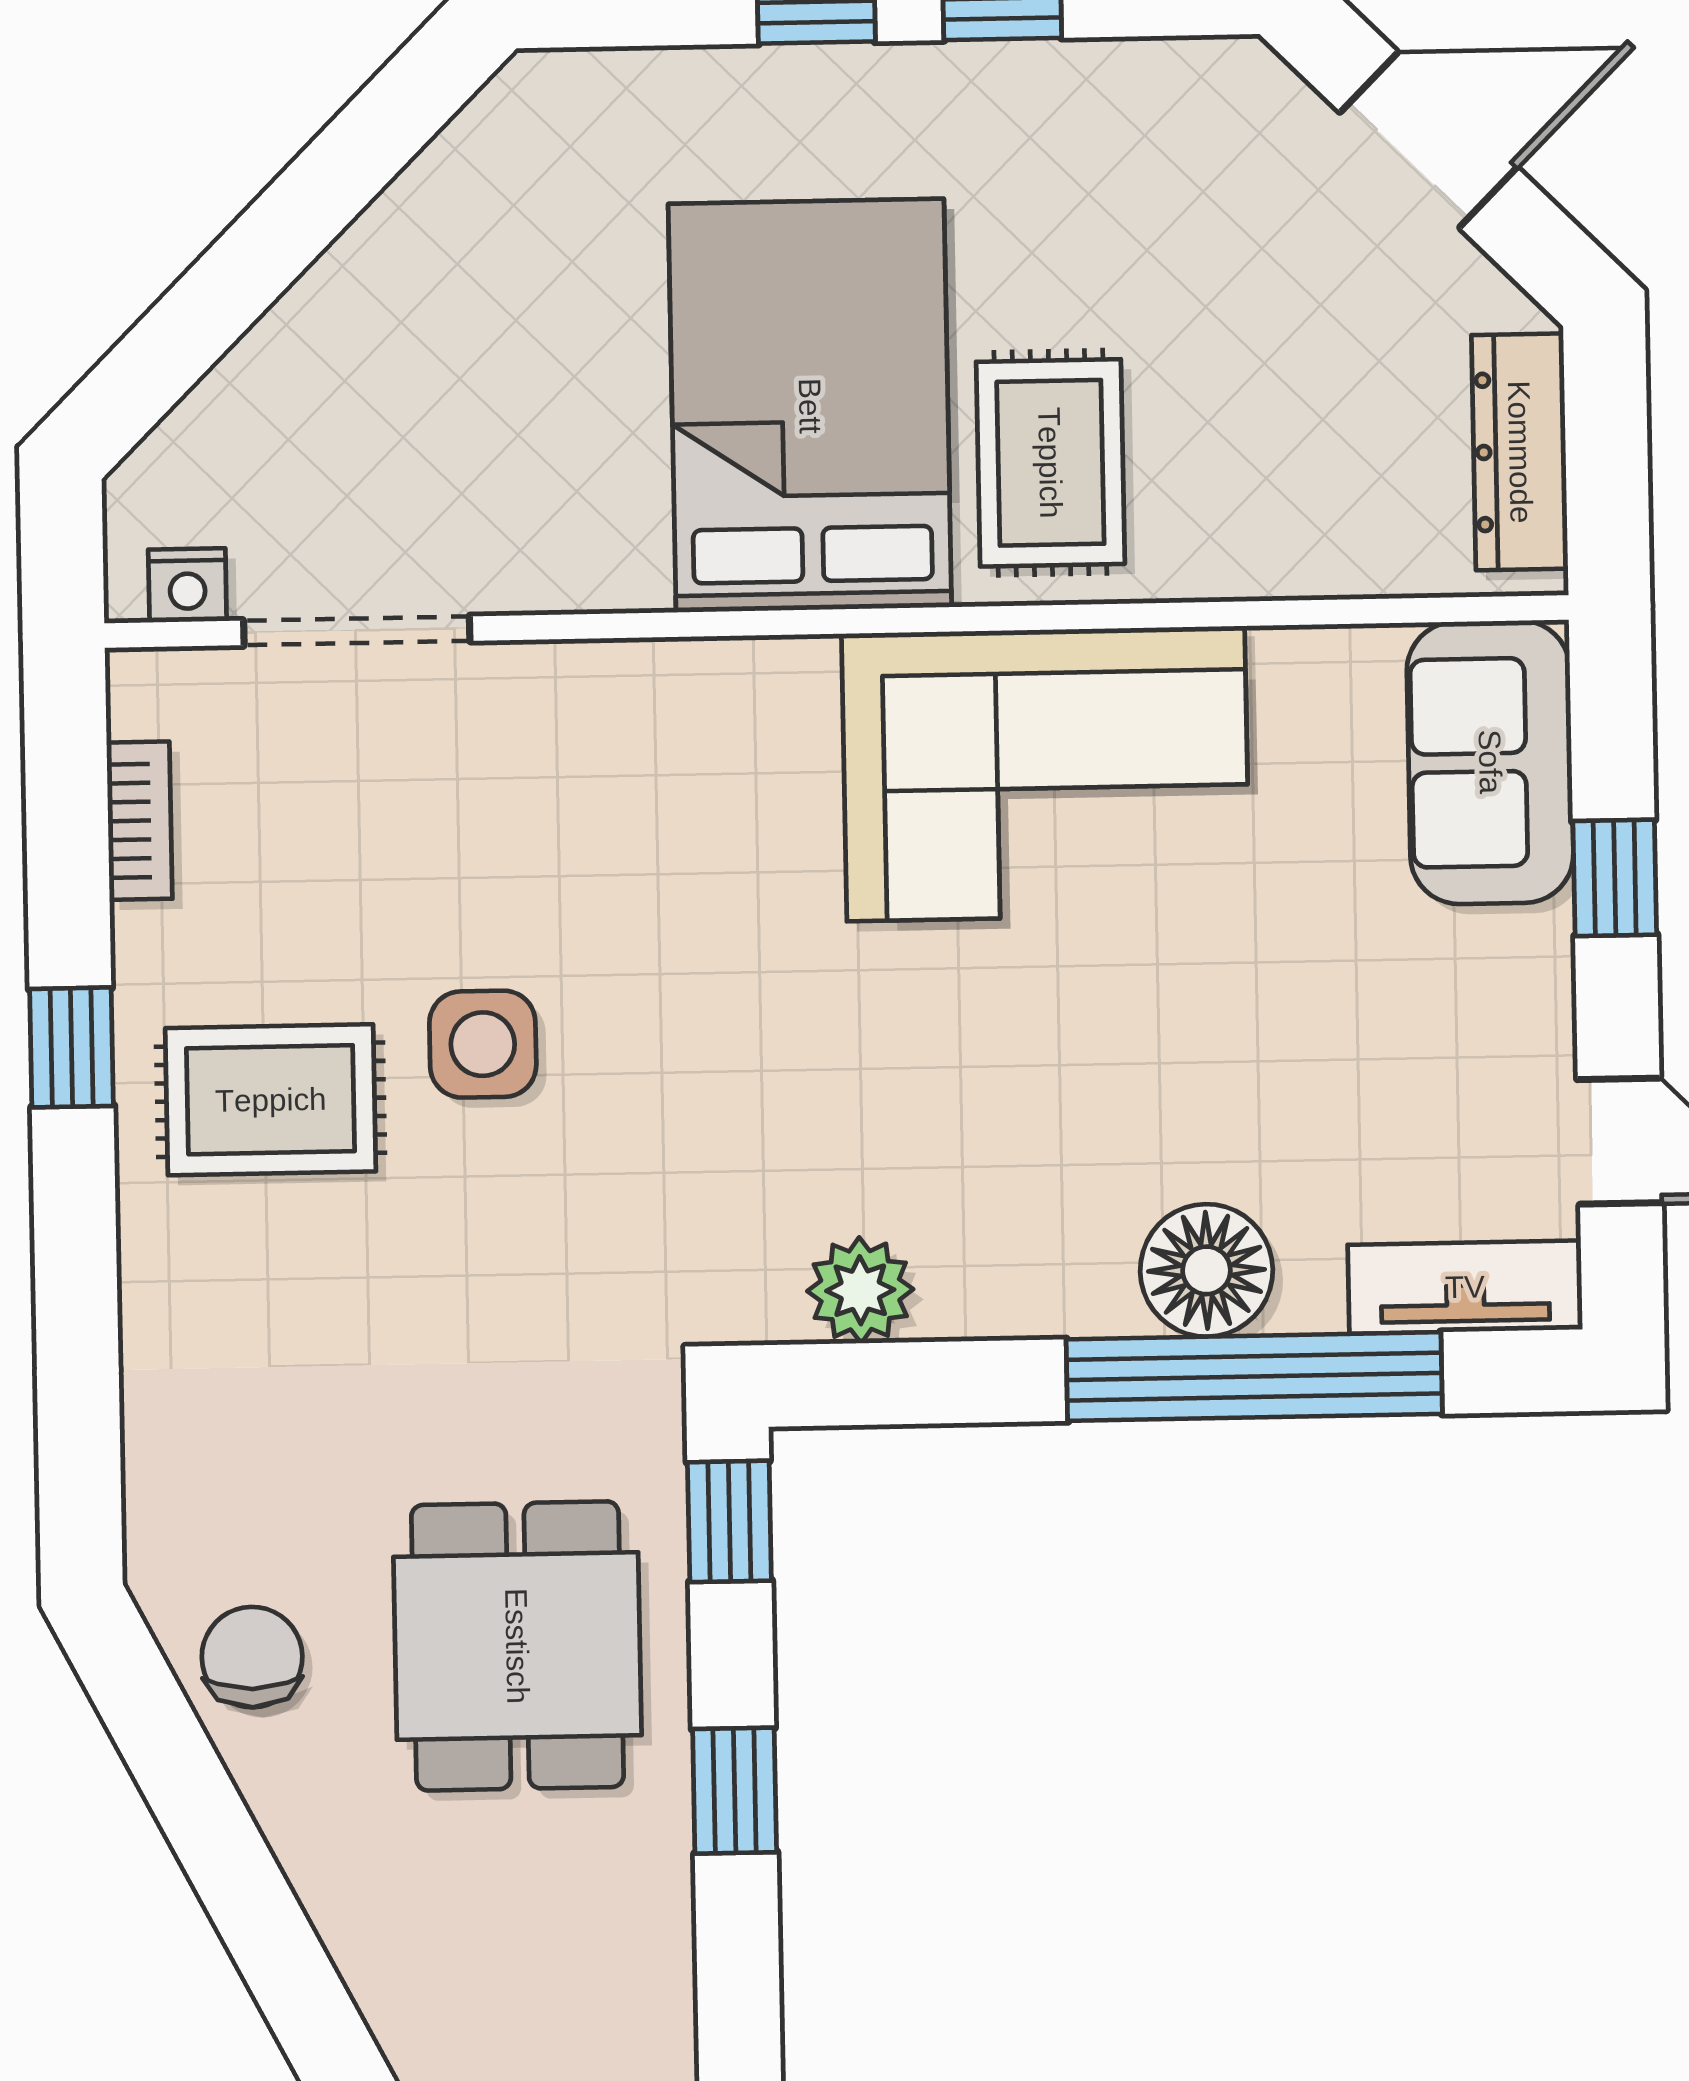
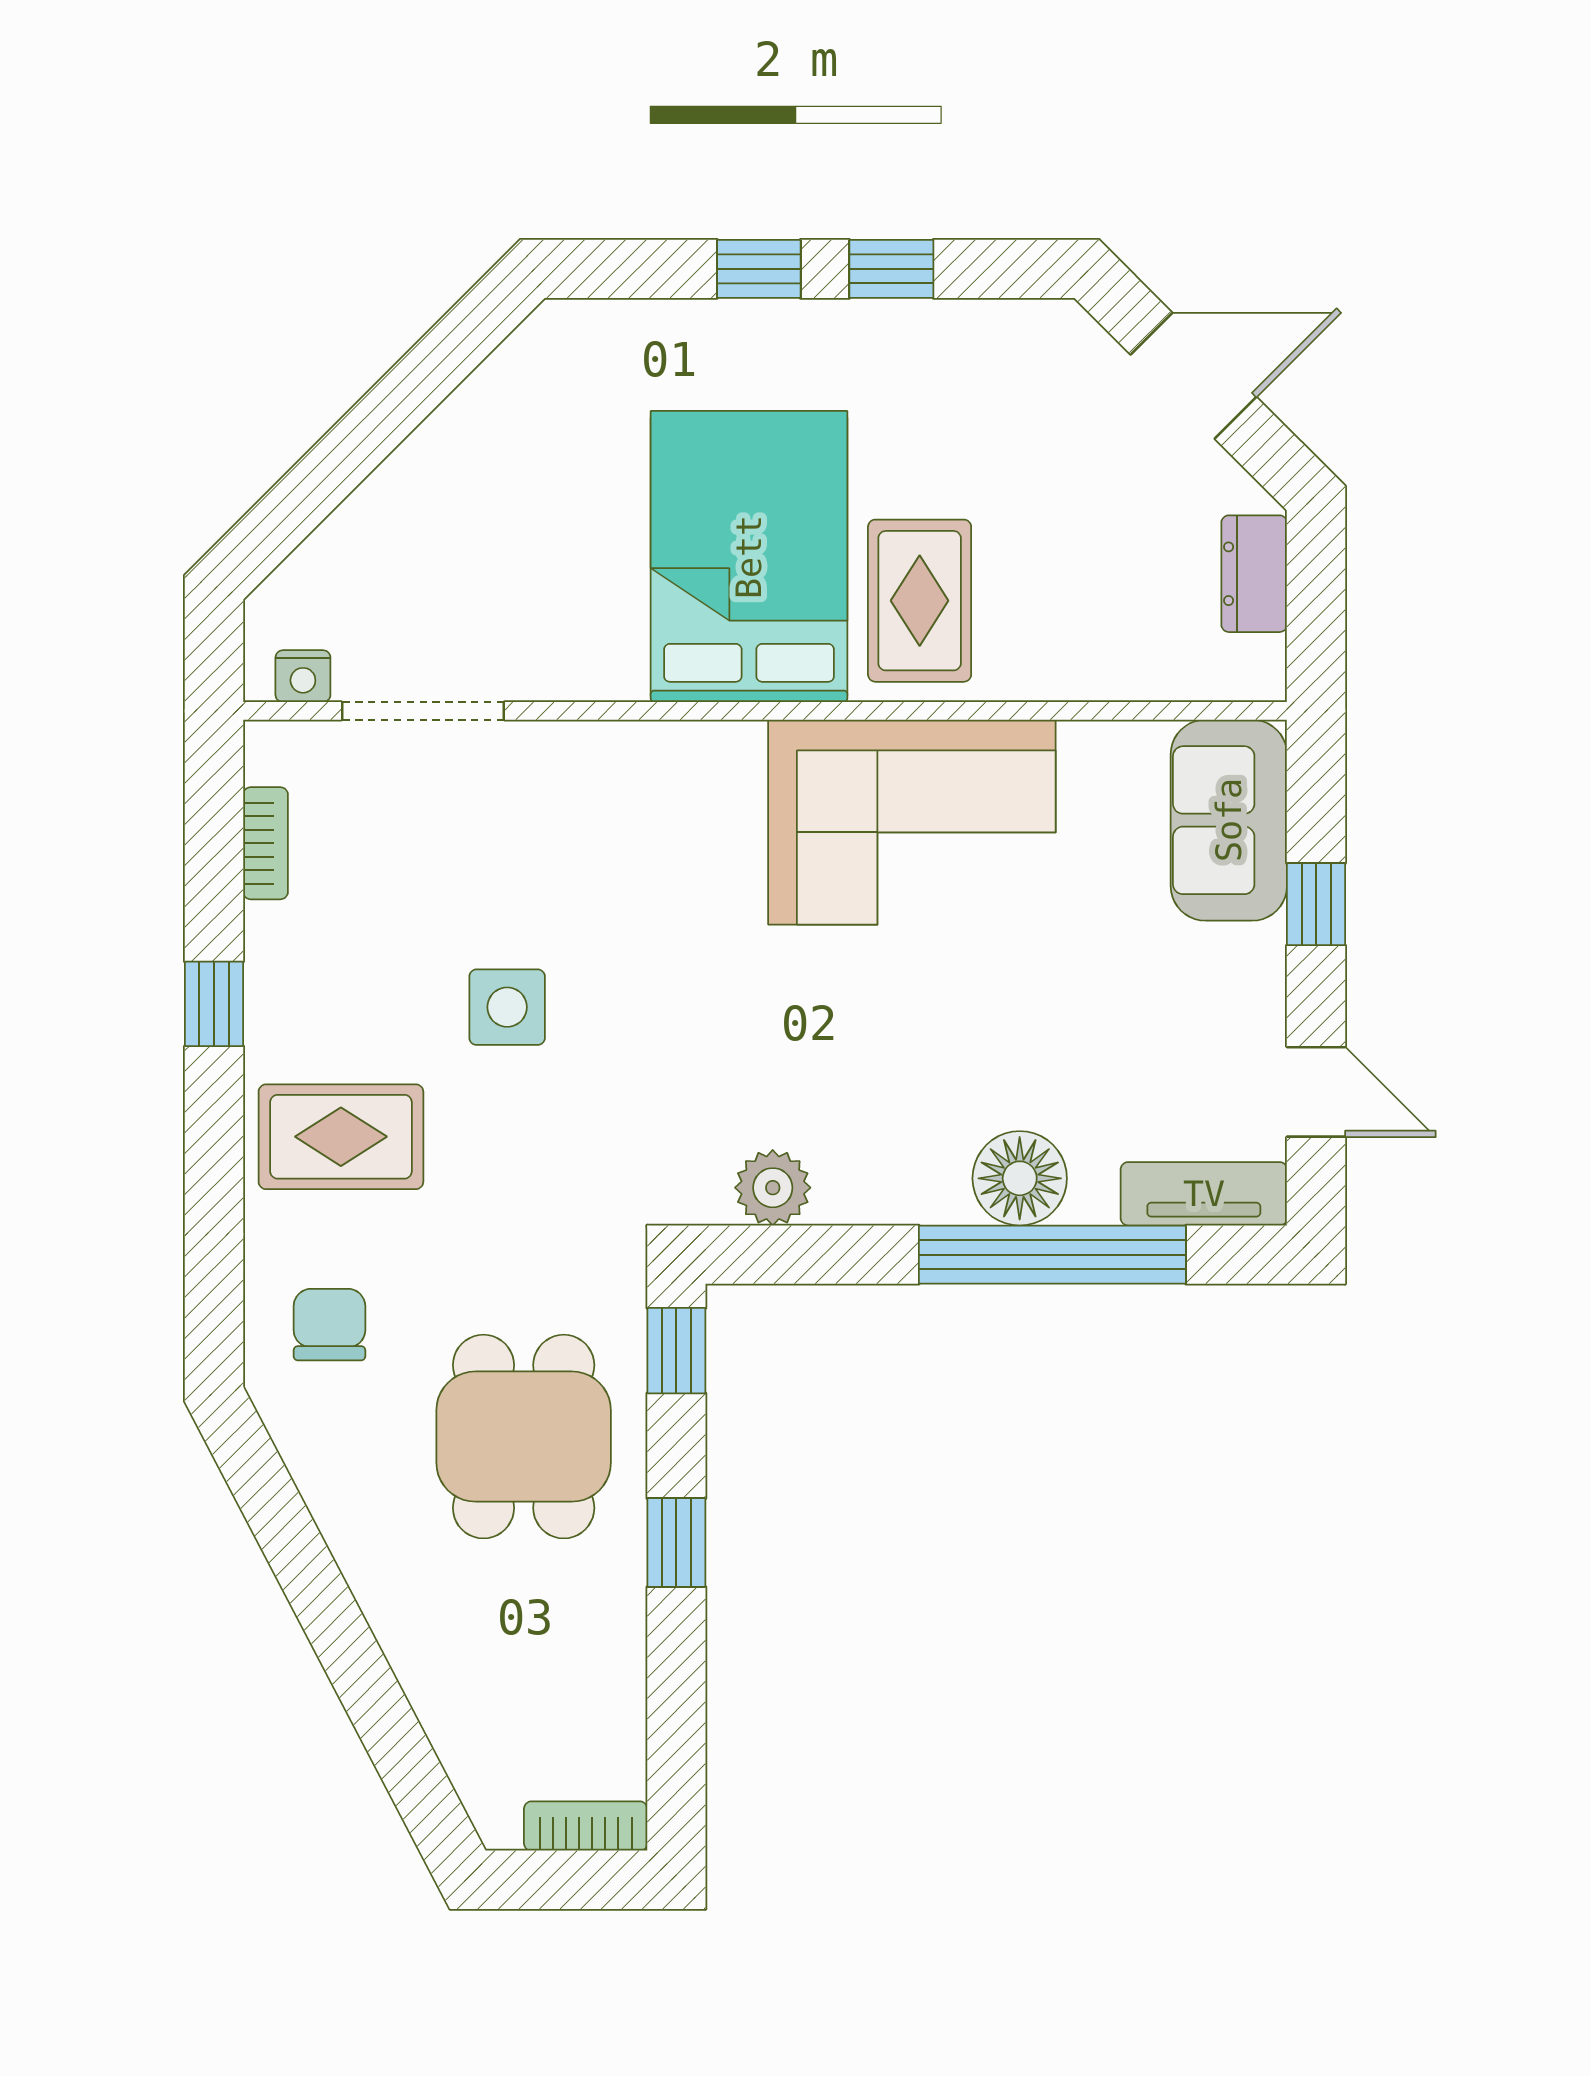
dresser: (1520, 452) -> (1254, 574), width x0.70
rug: (271, 1100) -> (341, 1137), moved
chair: (252, 1657) -> (329, 1325), moved

